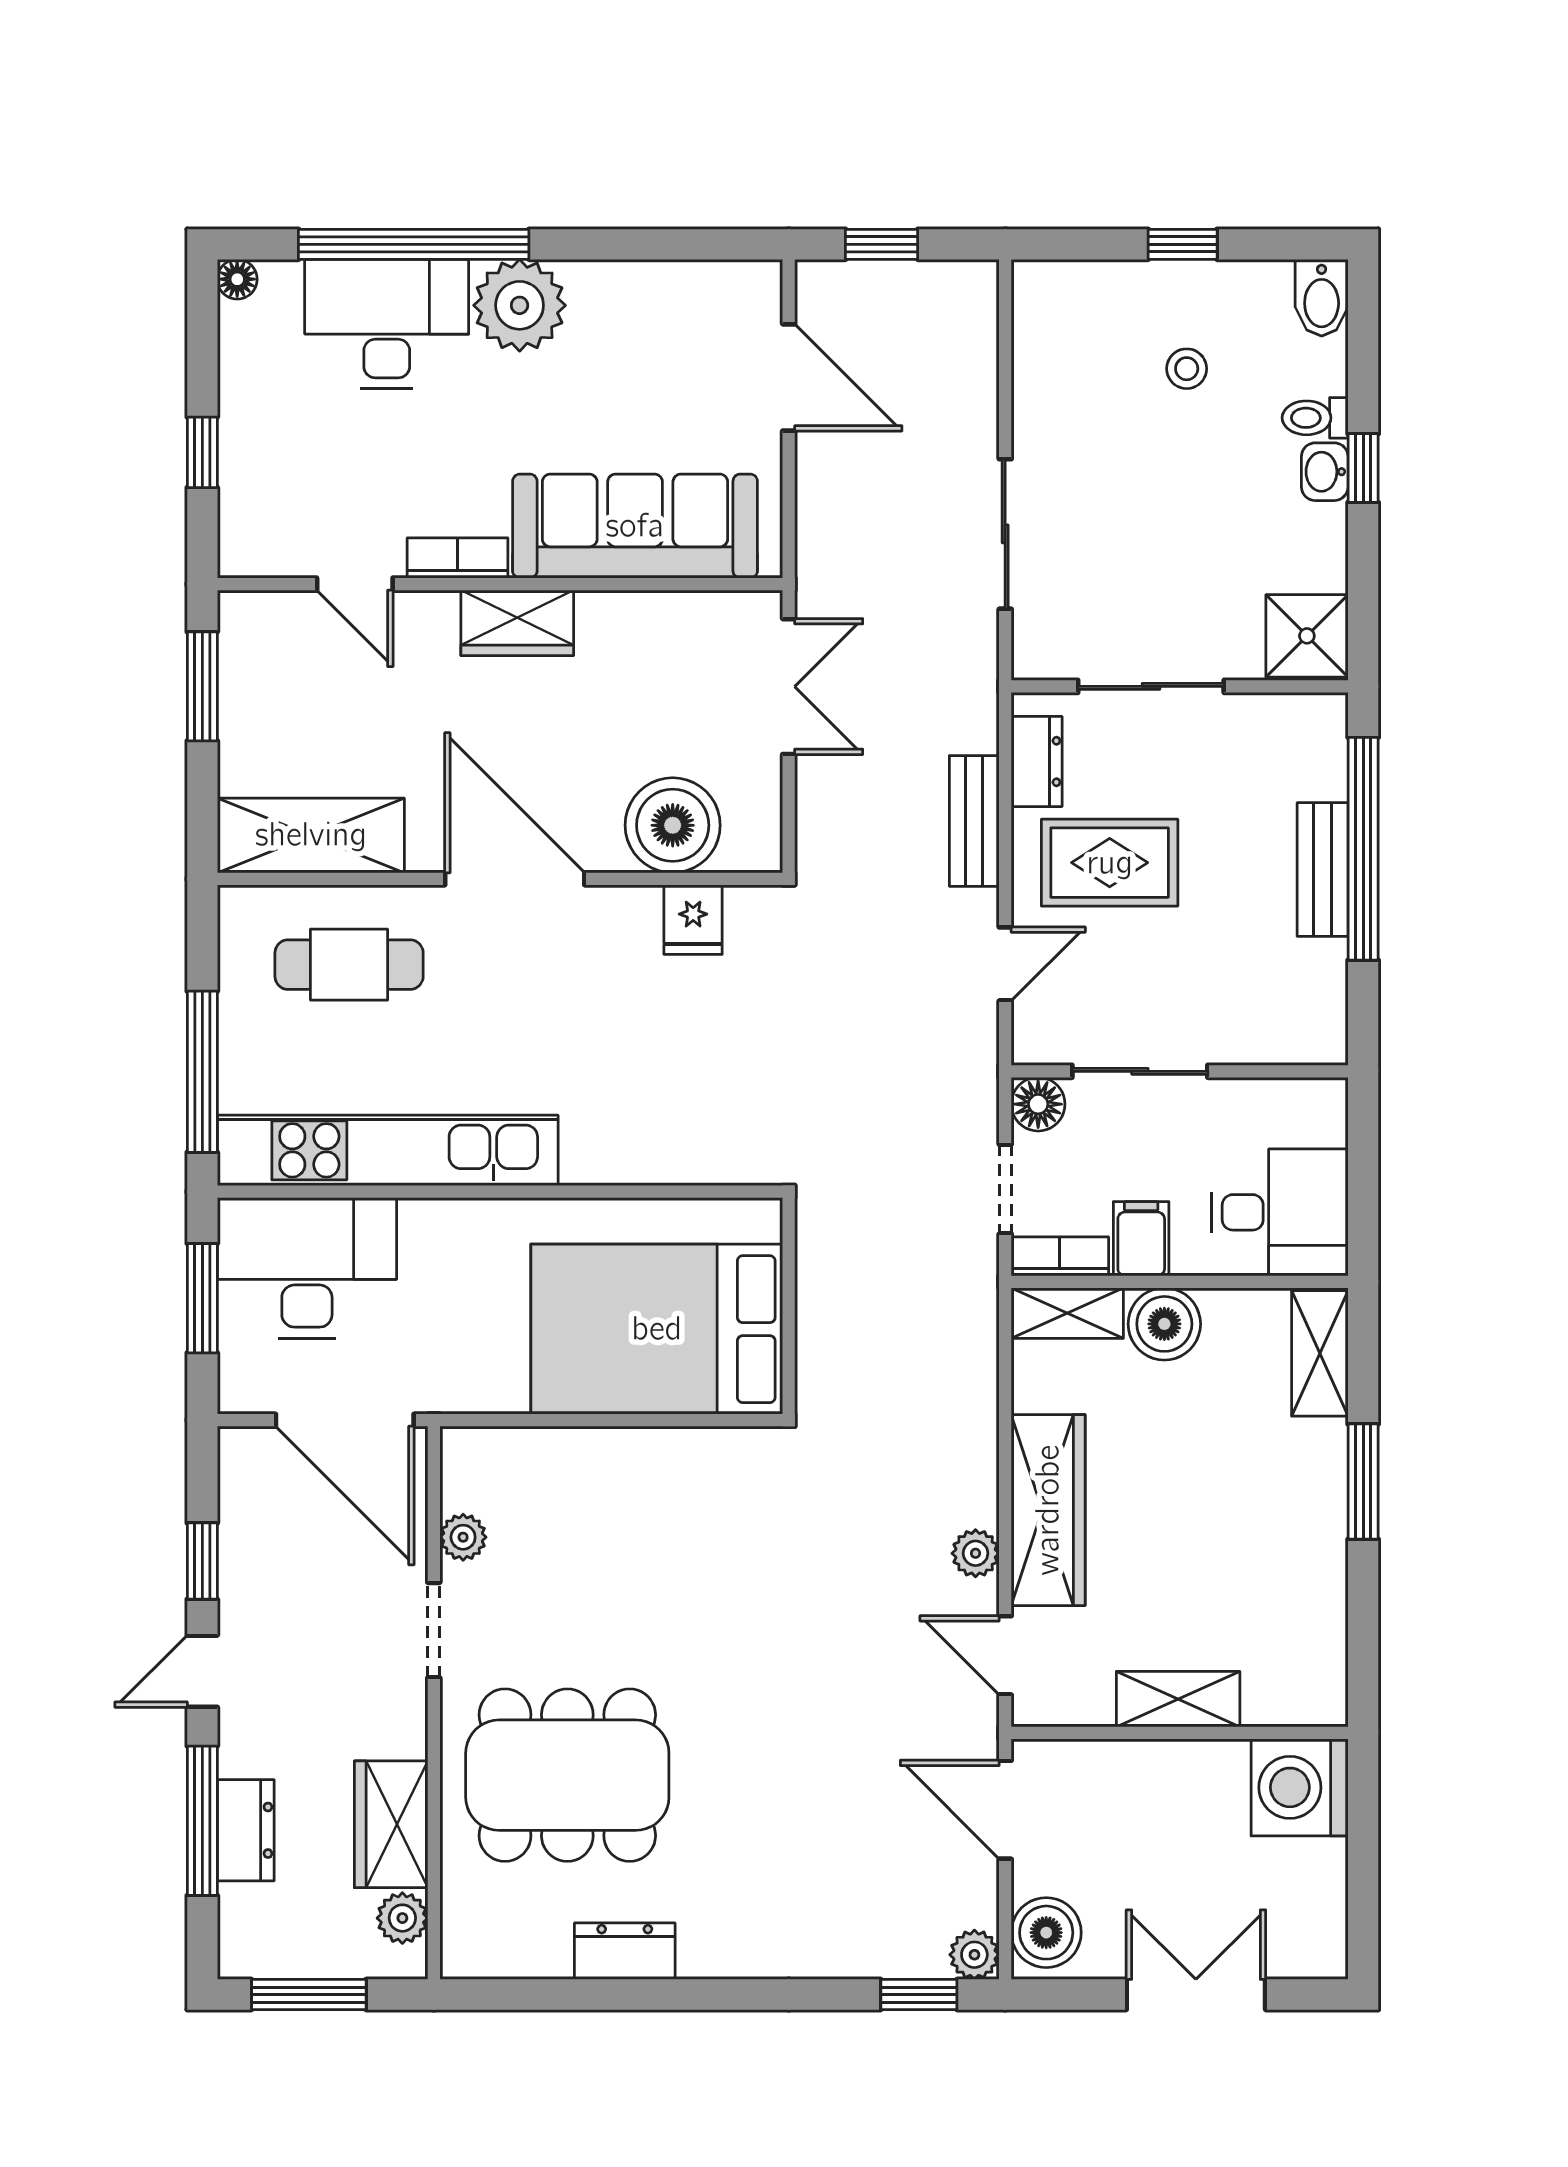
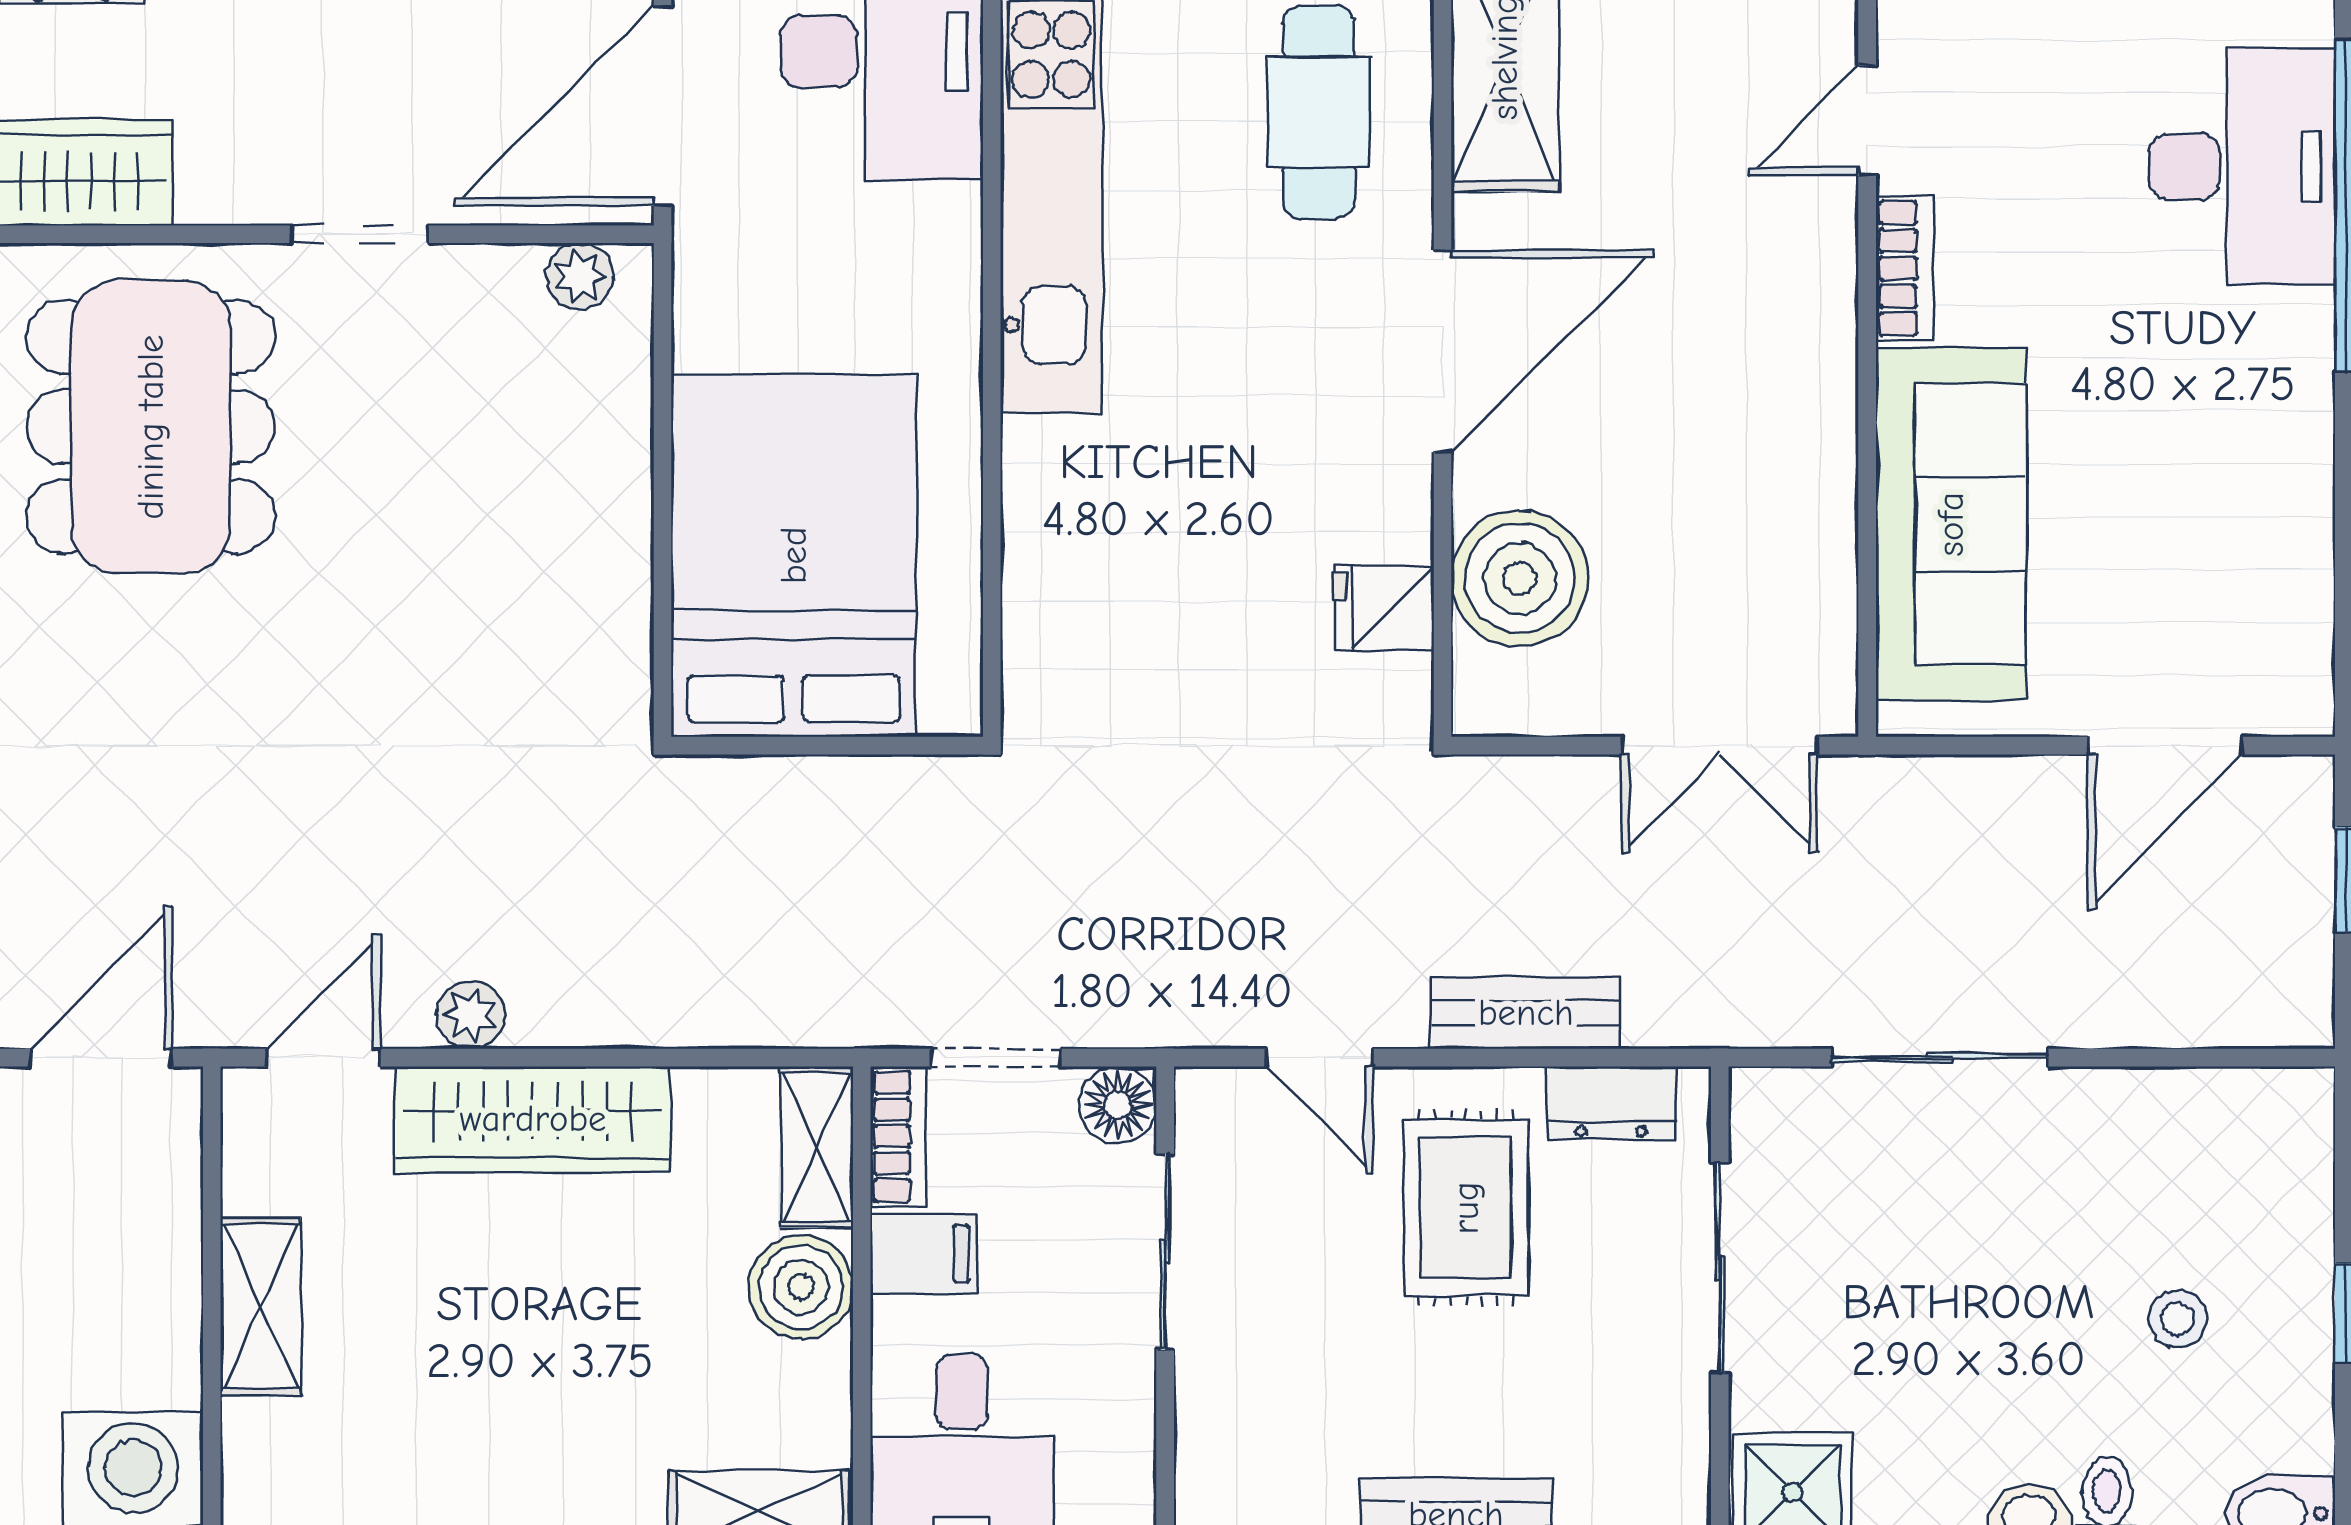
plant: (520, 305) -> (2269, 358), removed
wardrobe: (517, 623) -> (1811, 354), removed
plant: (463, 1537) -> (580, 276), moved

